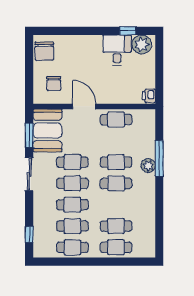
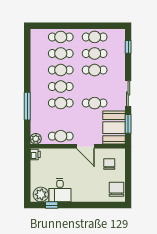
plant: (148, 166) -> (36, 139), moved
cafe table: (72, 183) -> (61, 70), moved

